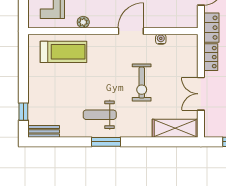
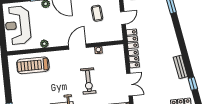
treadmill: (63, 52) -> (33, 65), turned 180
double door: (201, 94) -> (130, 85), swing flipped

